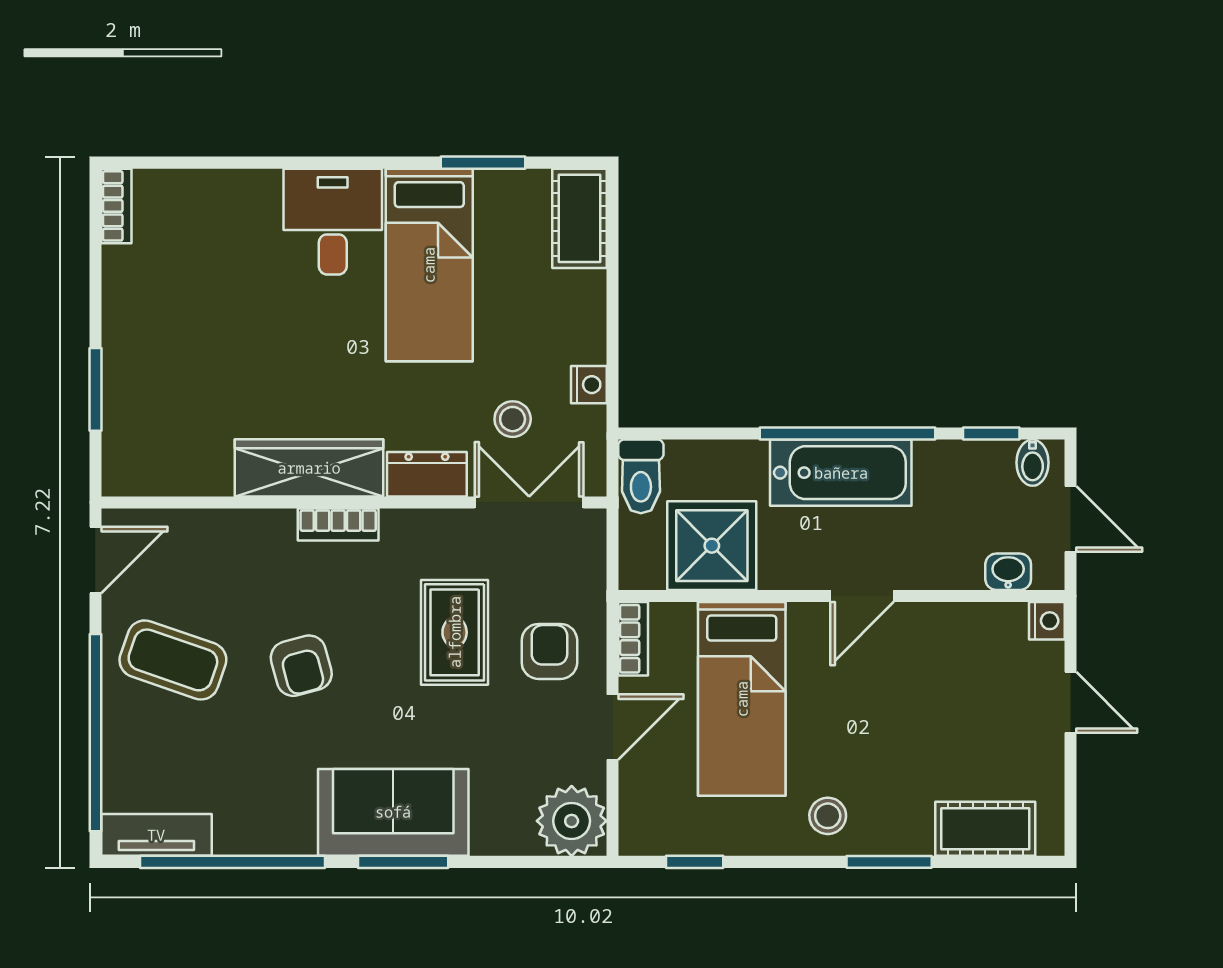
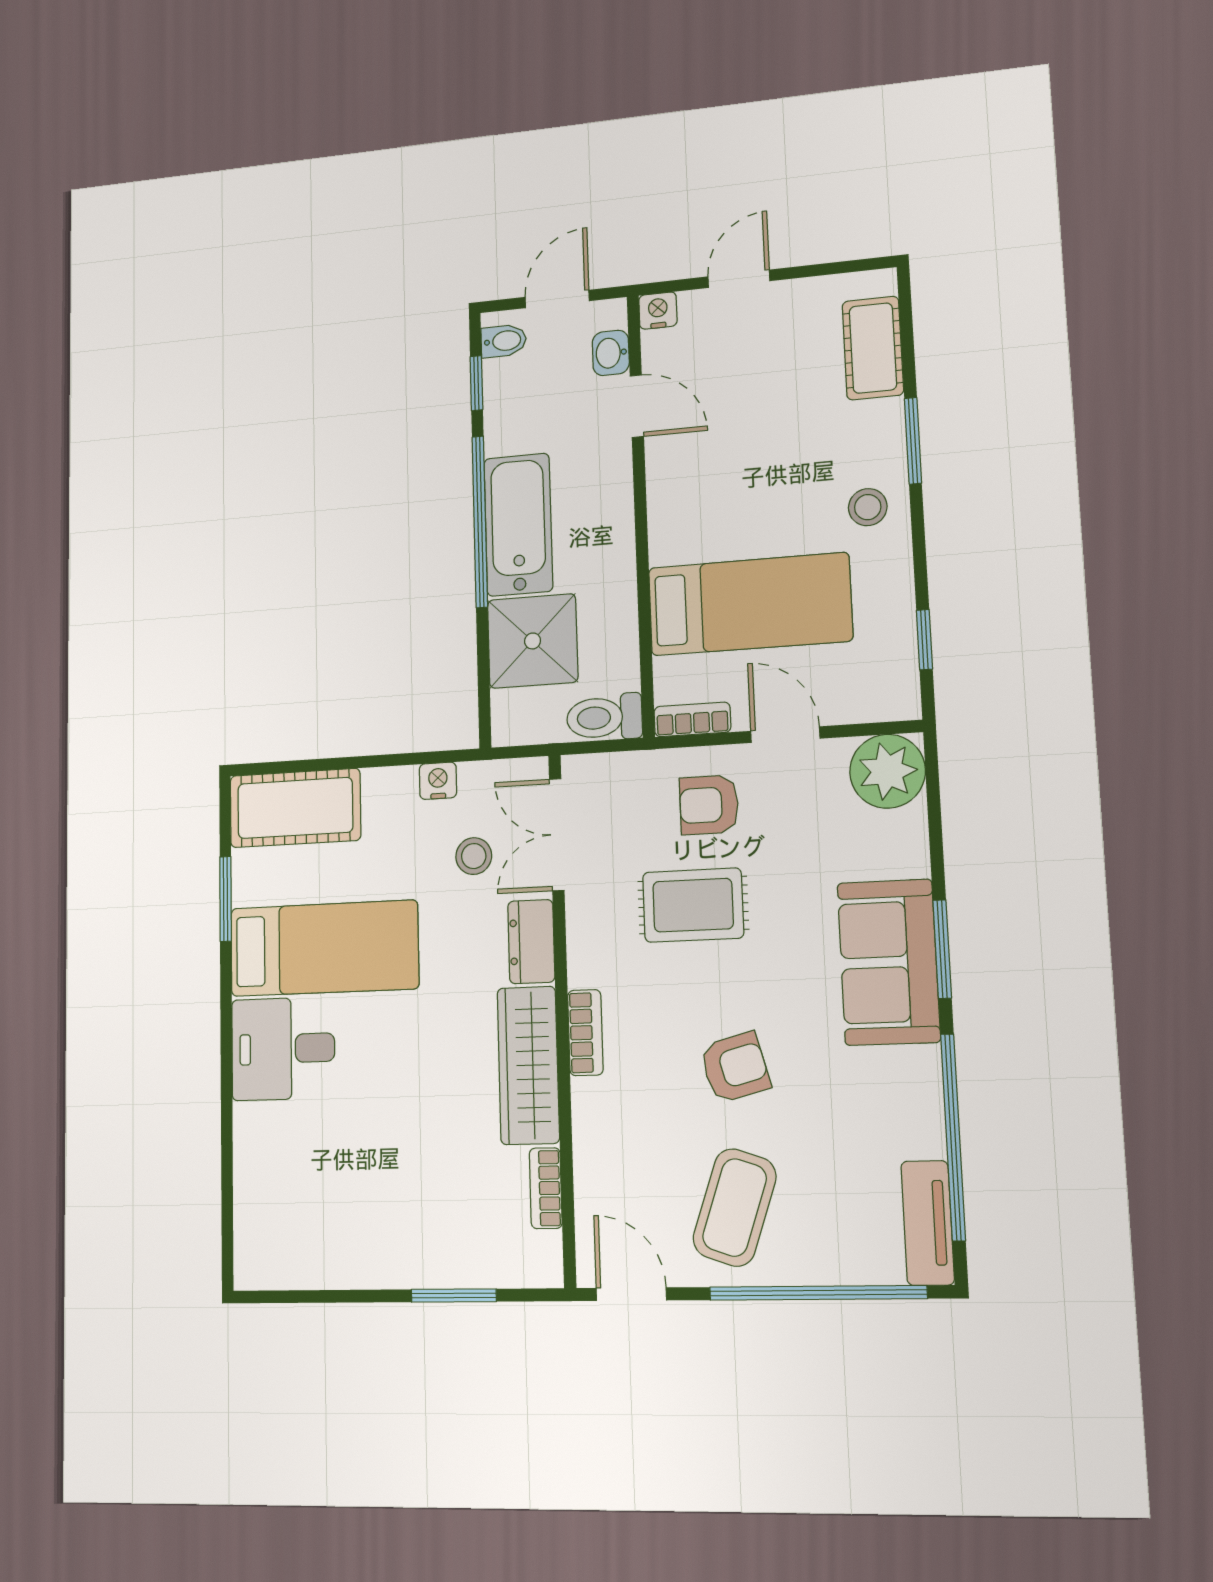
bookcase: (116, 206) -> (546, 1188), moved, turned -90
cot: (580, 218) -> (295, 808), width x1.37, depth x1.34
toilet: (641, 476) -> (604, 717), moved, turned 180
shower: (712, 546) -> (533, 641), moved
door: (862, 596) -> (637, 406), moved

